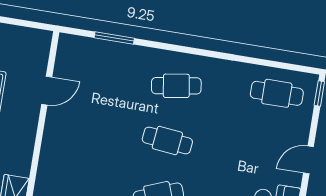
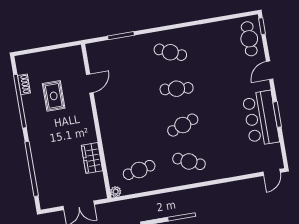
cafe table: (176, 86) -> (170, 52), turned 33
cafe table: (277, 93) -> (249, 39), moved, turned 90

